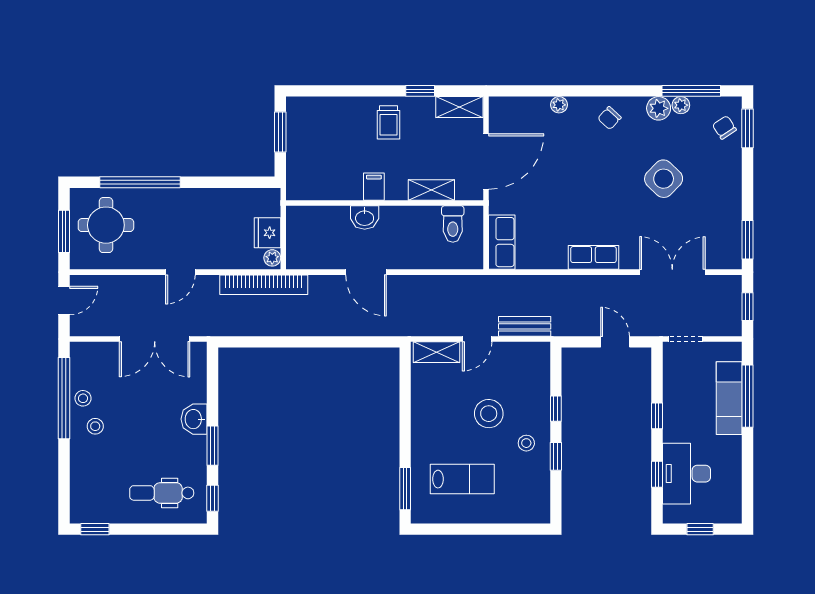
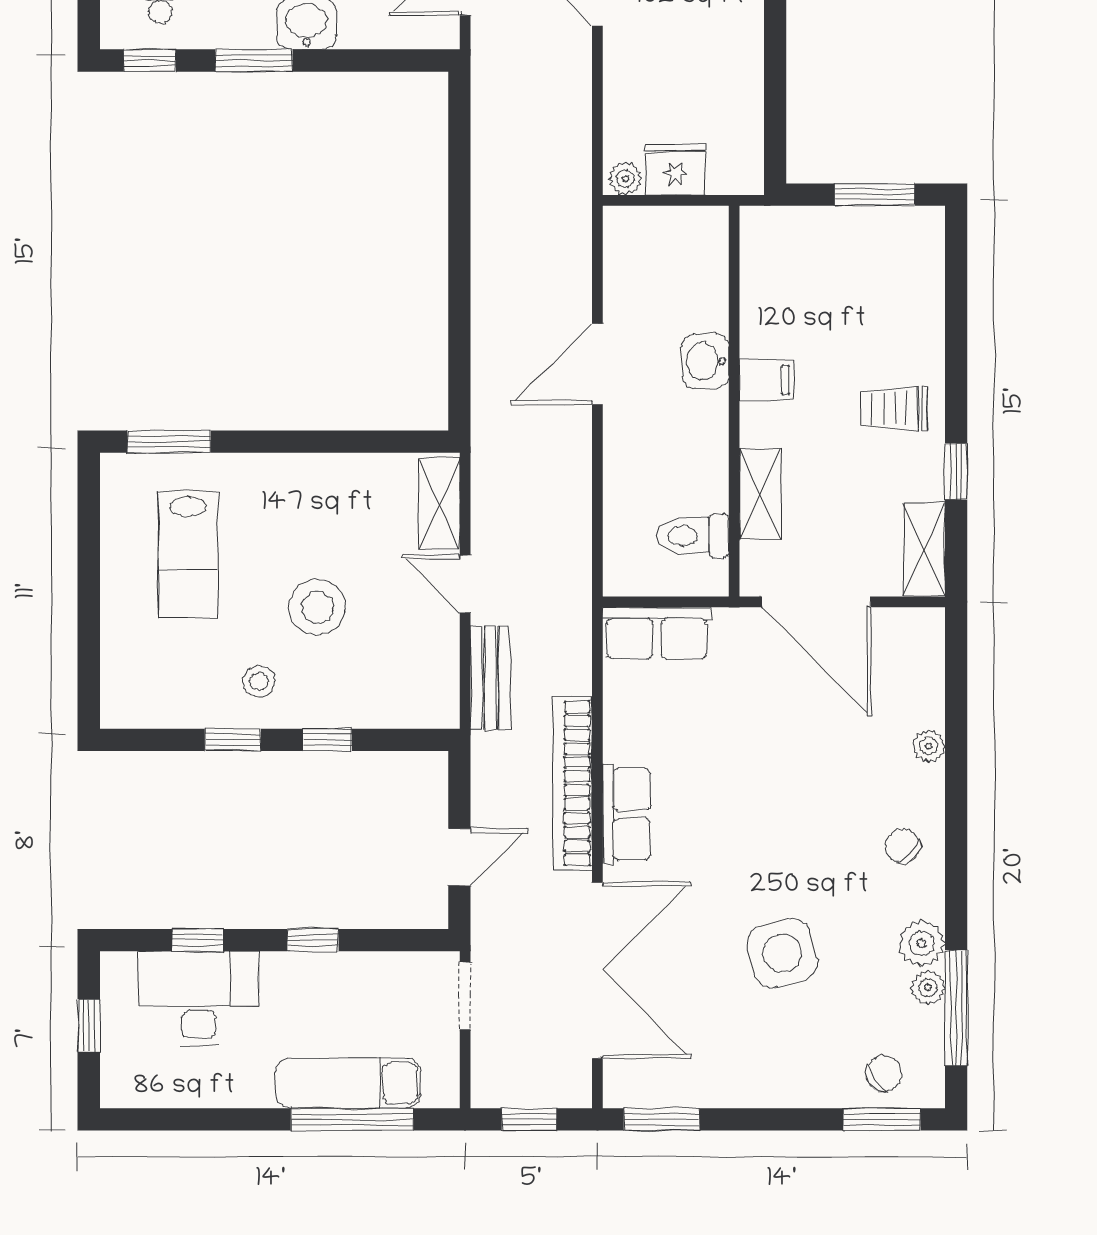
side table: (664, 179) -> (782, 953), turned 31
double door: (672, 272) -> (597, 970), width x1.36
bookcase: (264, 285) -> (572, 783), moved

